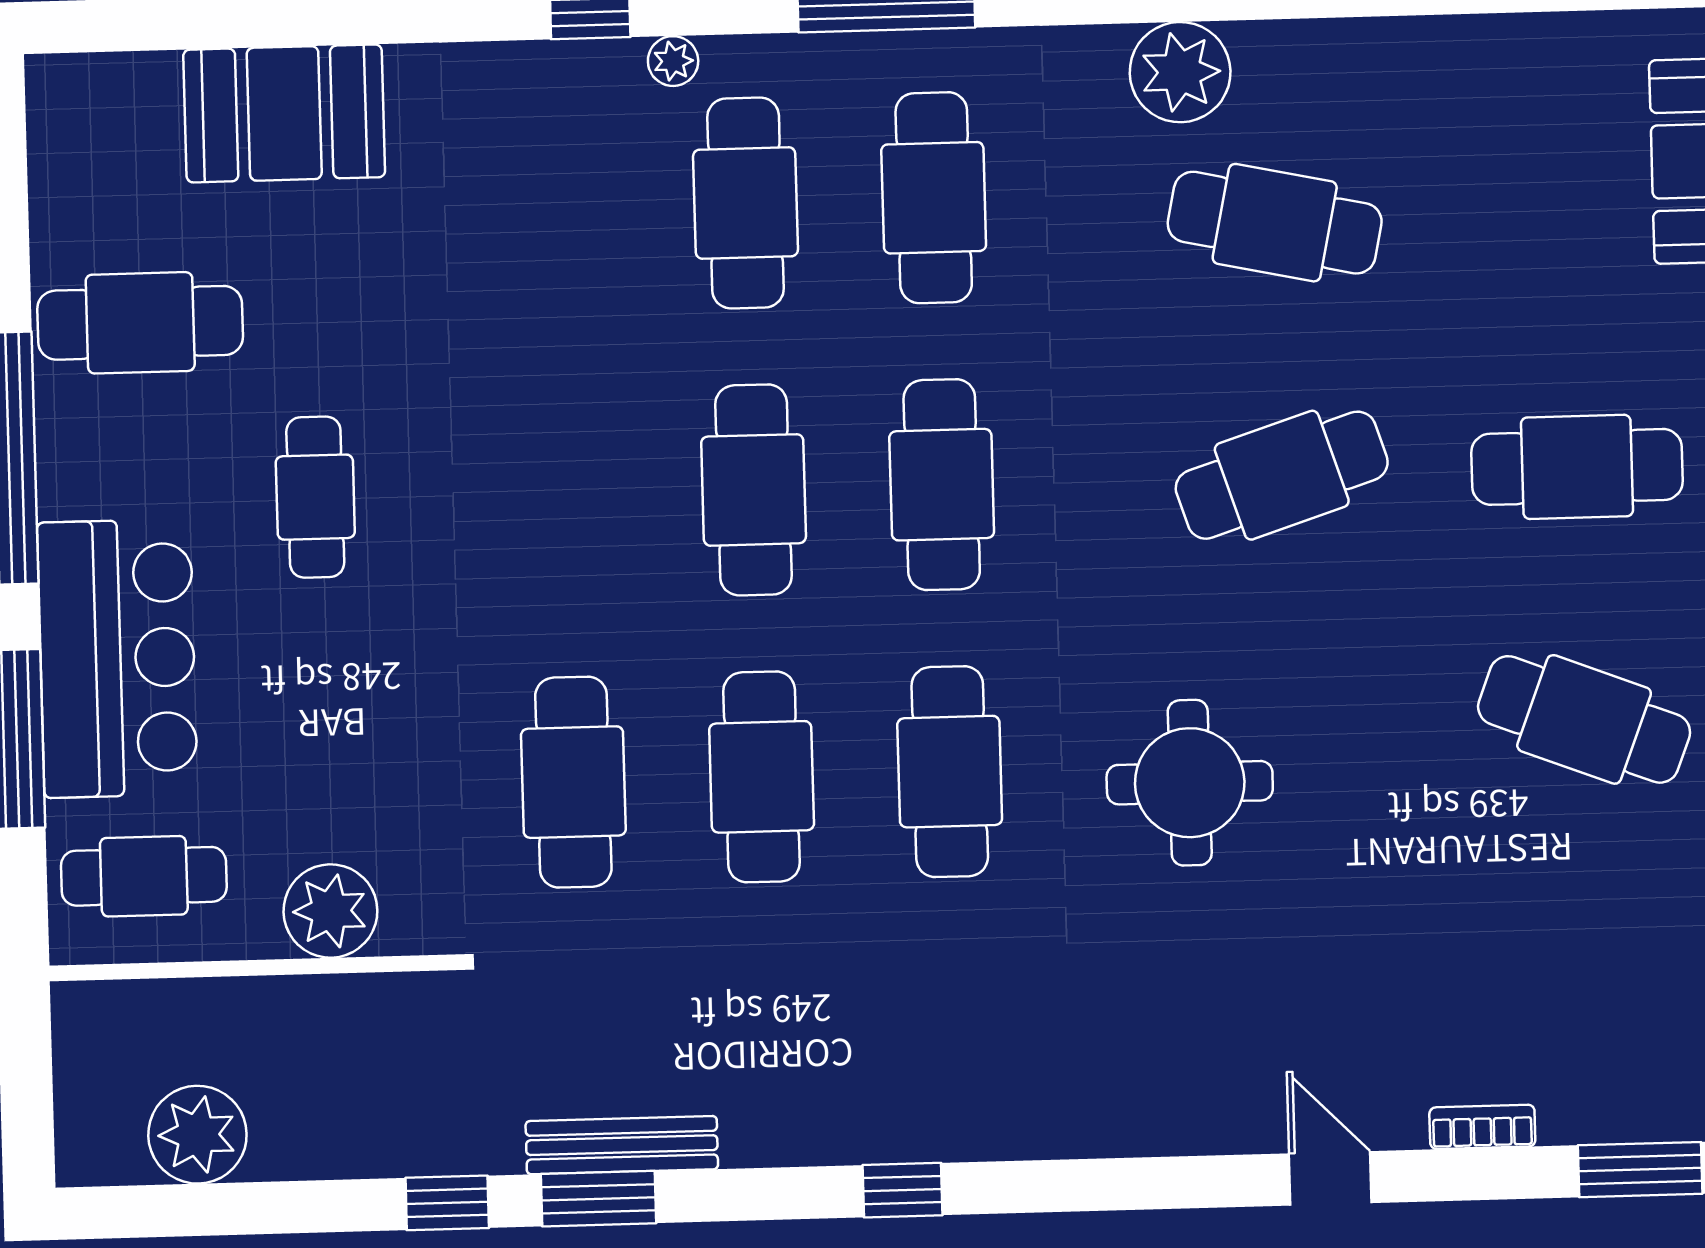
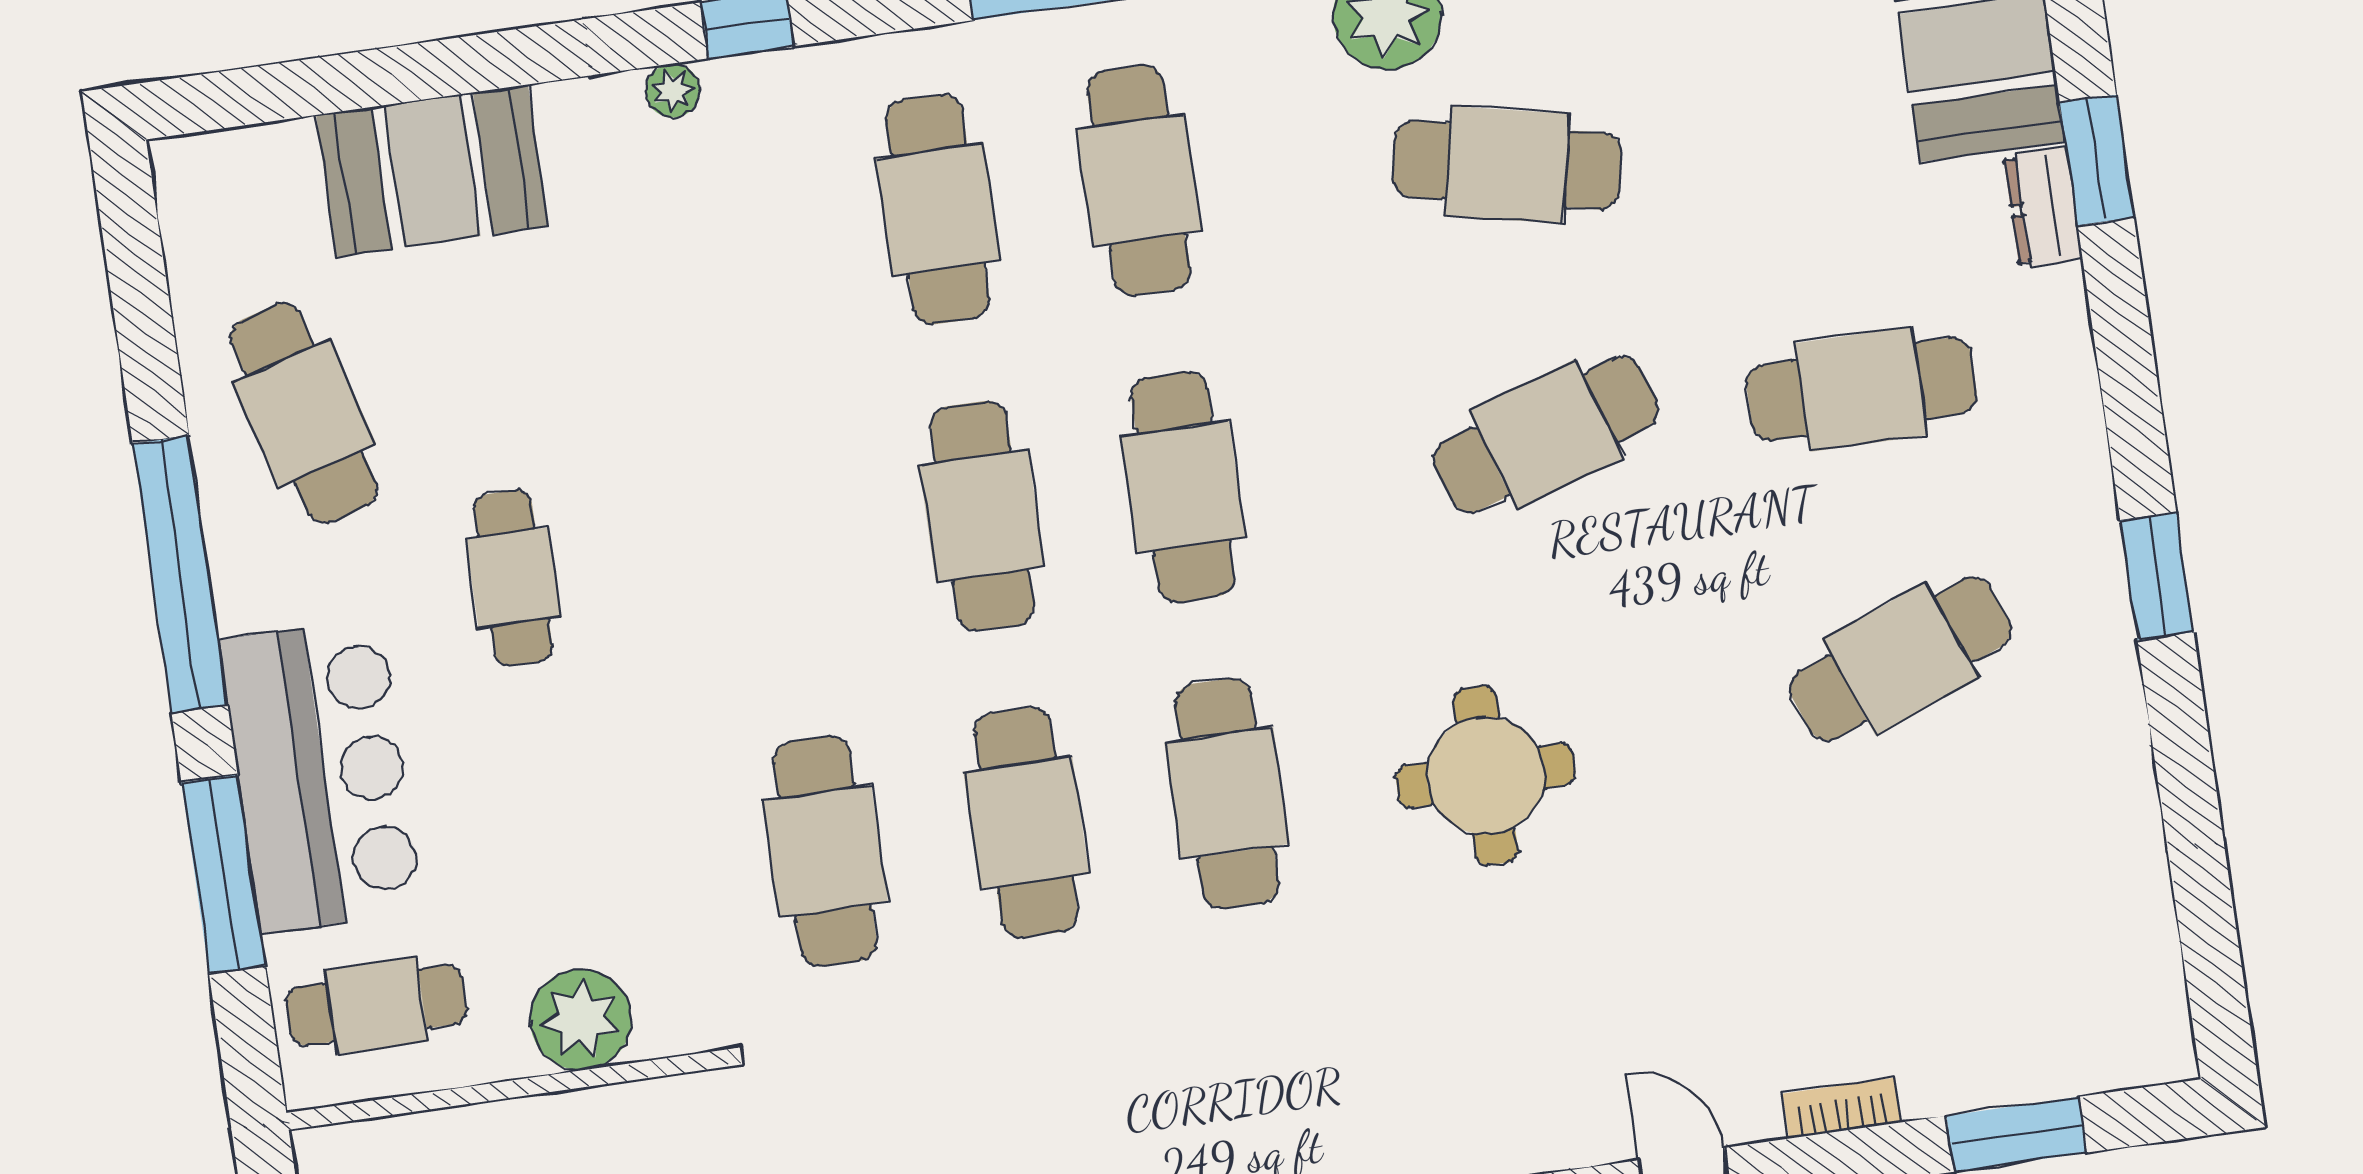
plant: (673, 61) -> (673, 91), moved
cafe table: (140, 323) -> (304, 413), turned 74
cafe table: (1584, 719) -> (1900, 659), turned -42

